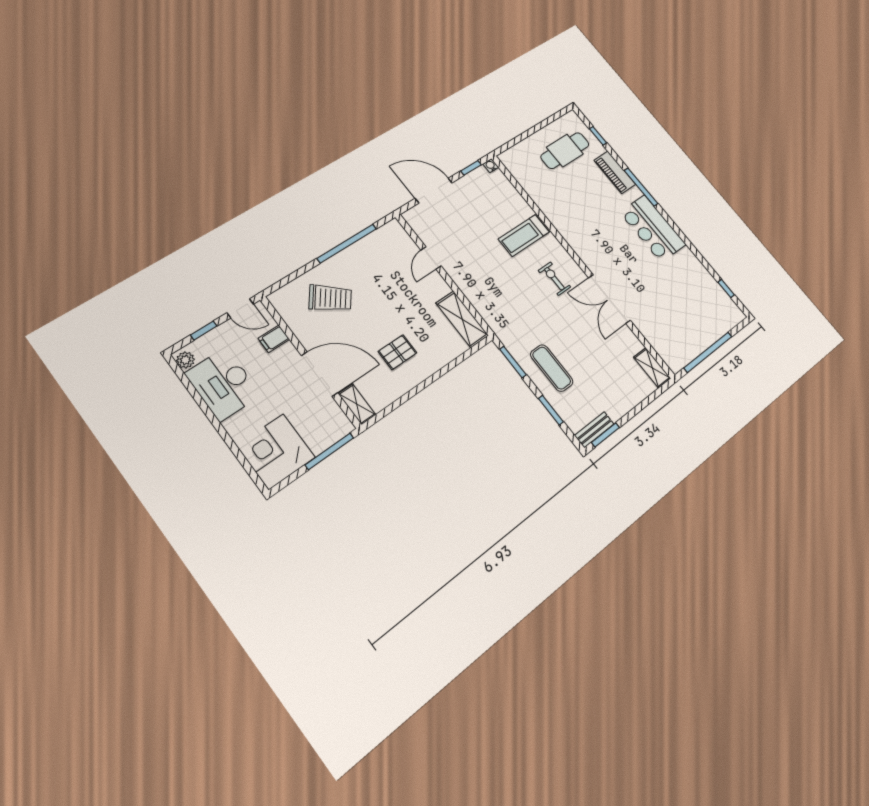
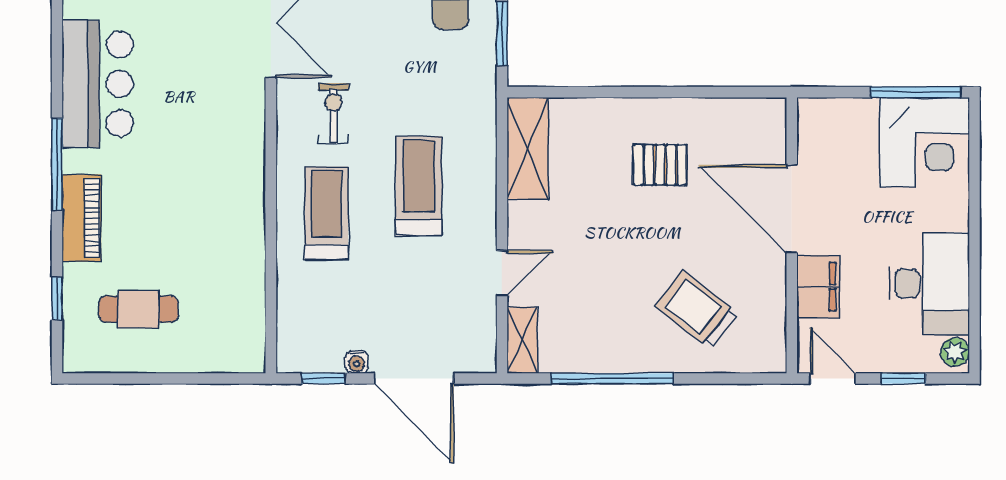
cafe table: (565, 151) -> (138, 309), width x0.73, depth x0.74
water cooler: (491, 166) -> (357, 362), moved
treadmill: (524, 235) -> (327, 213), turned -90
treadmill: (496, 272) -> (419, 186), added
exercise bike: (554, 279) -> (334, 113), turned 180
filing cabinet: (274, 339) -> (818, 287), width x2.00
shelving: (357, 404) -> (522, 340), moved
window: (329, 451) -> (916, 92), moved

